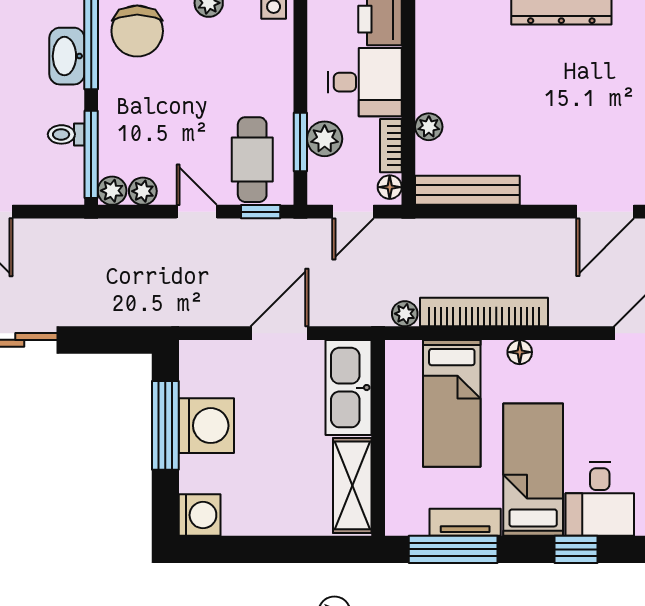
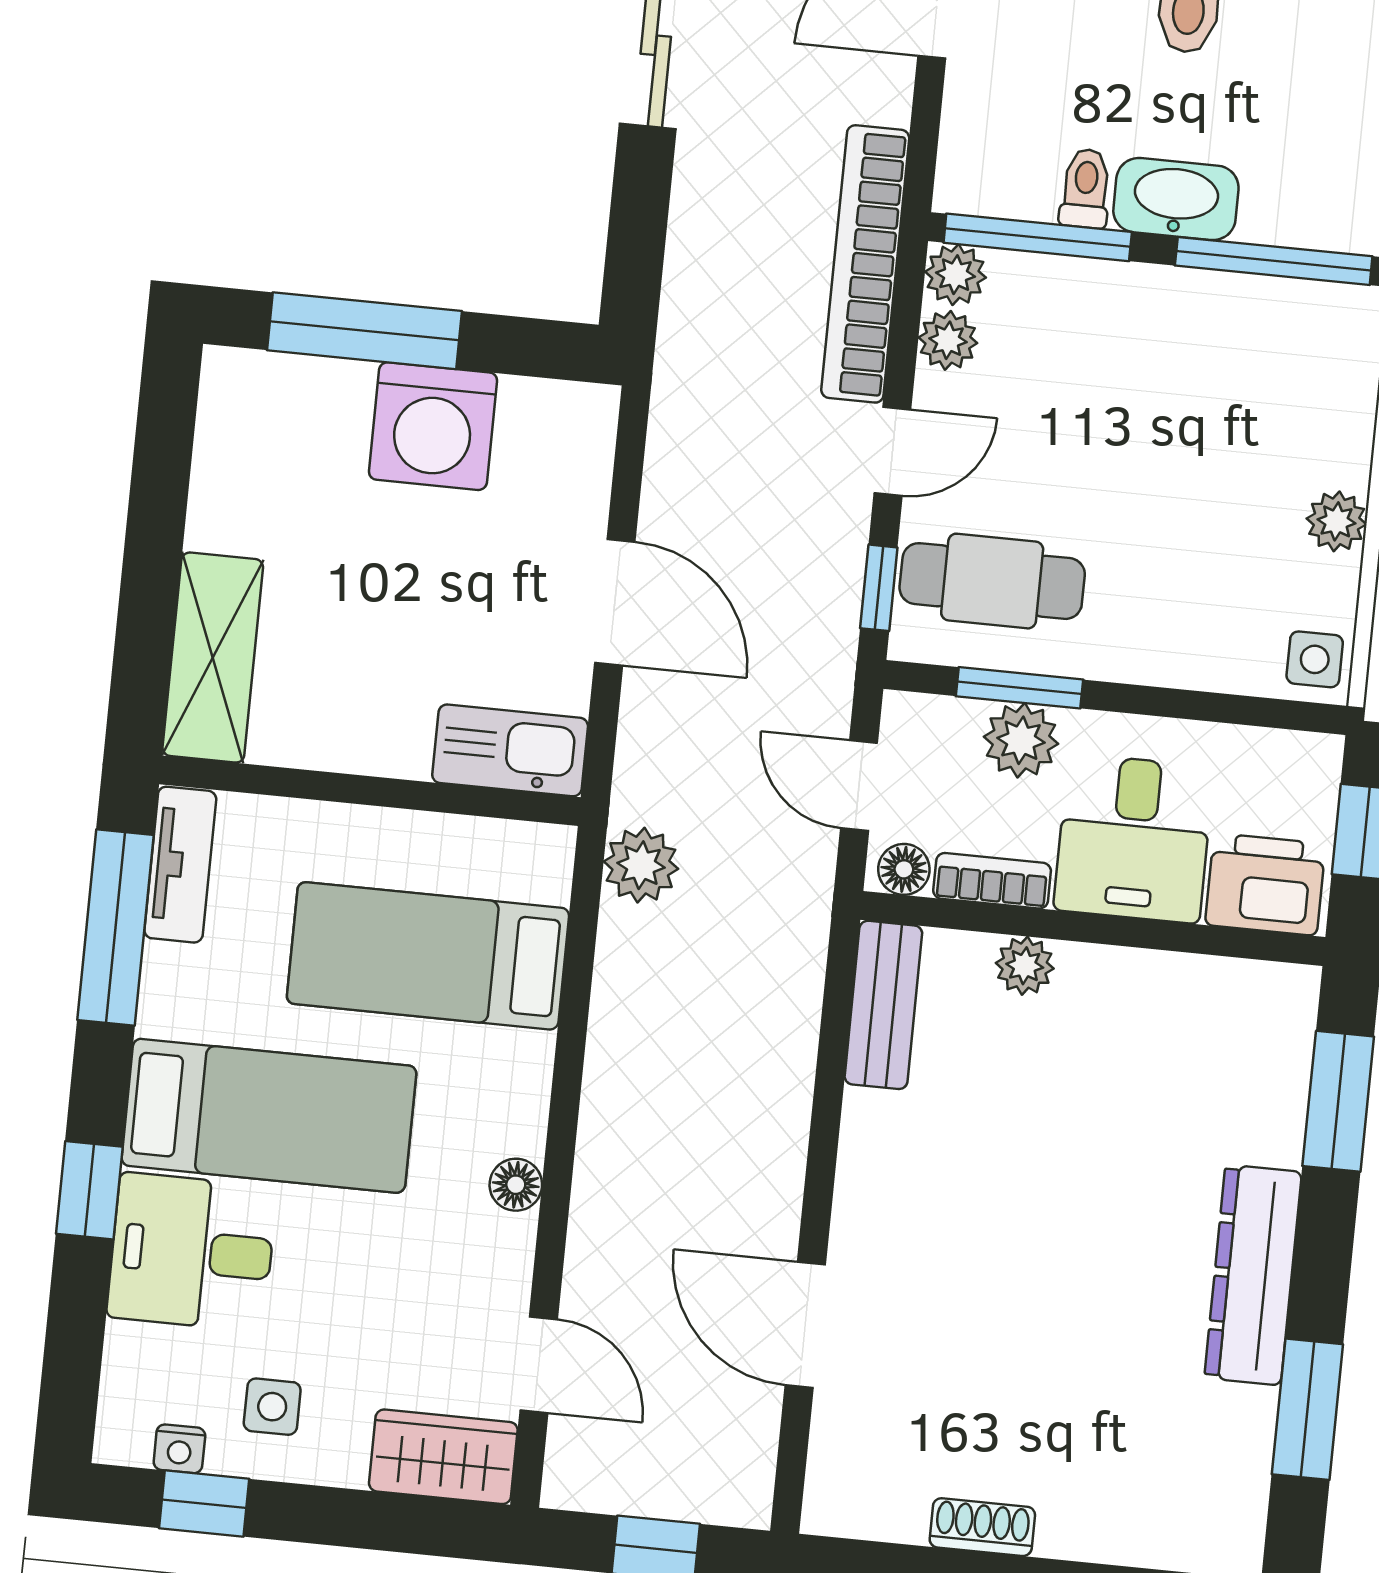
chair: (137, 31) -> (1292, 362), removed
washbasin: (67, 56) -> (1176, 199), moved
bench: (467, 190) -> (883, 1005), width x0.73
bookcase: (484, 312) -> (865, 264), moved, turned 180
plant: (405, 314) -> (641, 865), width x1.38, depth x1.38
floor lamp: (520, 352) -> (516, 1185), moved
kitchen sink: (348, 388) -> (510, 750), width x0.73, depth x0.81
window: (165, 425) -> (365, 331), moved
shelving: (352, 485) -> (213, 658), moved, turned 90
washing machine: (200, 515) -> (243, 393), removed
tv unit: (465, 522) -> (180, 865), moved

